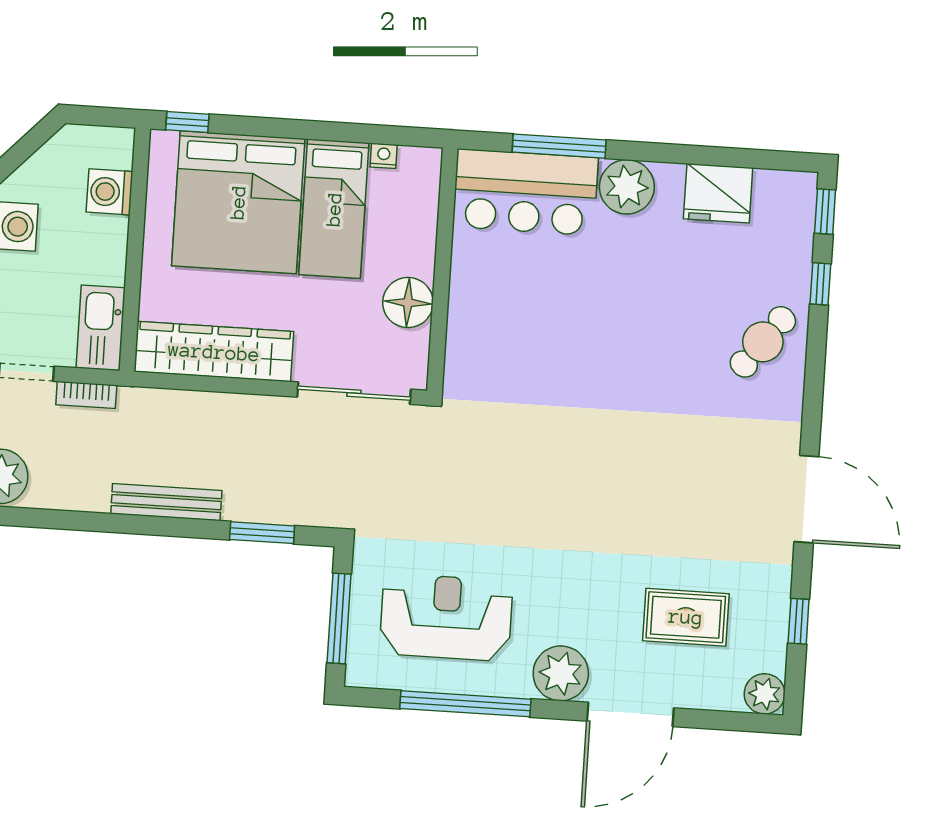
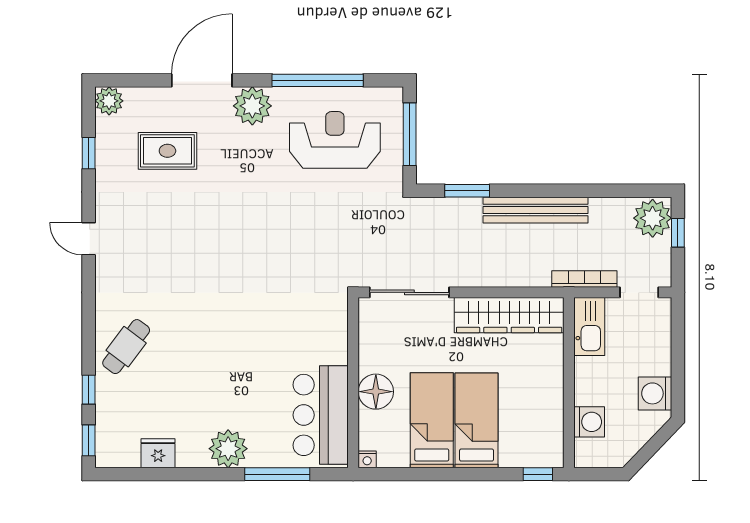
nightstand: (384, 156) -> (367, 459), moved
bar counter: (525, 192) -> (321, 415), moved, turned -90
fridge: (718, 193) -> (158, 453), width x0.73, depth x0.75
bed: (238, 202) -> (477, 420), width x0.49
floor lamp: (408, 303) -> (376, 392), moved
bookcase: (86, 395) -> (584, 279), width x1.56
door: (806, 499) -> (89, 239), width x0.53
bench: (166, 502) -> (536, 210), width x1.37, depth x1.21
reception desk: (446, 617) -> (335, 140), turned 180

